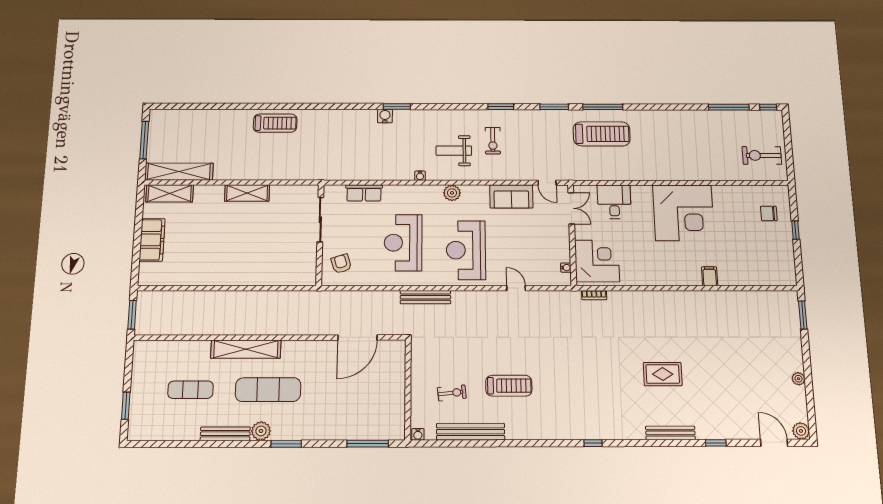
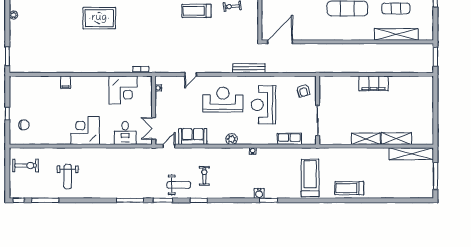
water cooler: (385, 116) -> (259, 193), moved
treadmill: (602, 134) -> (310, 178), moved, turned 90
weight bench: (698, 140) -> (68, 177), added
weight bench: (454, 151) -> (179, 185), moved
door: (547, 183) -> (169, 146), hinge flipped
shelving: (170, 193) -> (396, 139), moved
corner desk: (683, 213) -> (85, 130), width x0.74, depth x0.74
filing cabinet: (152, 240) -> (374, 83), moved, turned -90
reception desk: (403, 243) -> (264, 105), turned 180
reception desk: (466, 250) -> (223, 100), turned -90
corner desk: (597, 261) -> (123, 90), moved, turned -90
door: (516, 288) -> (191, 74), hinge flipped
door: (357, 337) -> (280, 42), moved
shelving: (246, 349) -> (396, 34), moved
rug: (663, 374) -> (99, 18), width x1.36, depth x1.43

